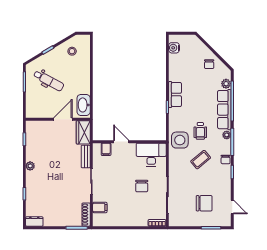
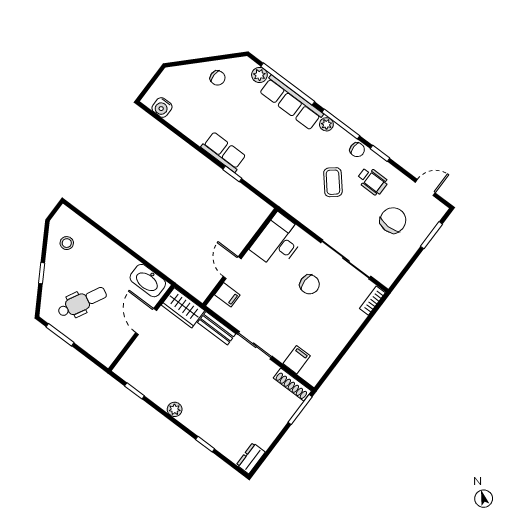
wheelchair: (200, 131) -> (372, 181), moved
side table: (180, 140) -> (287, 190), removed
door: (121, 142) -> (232, 268), hinge flipped

